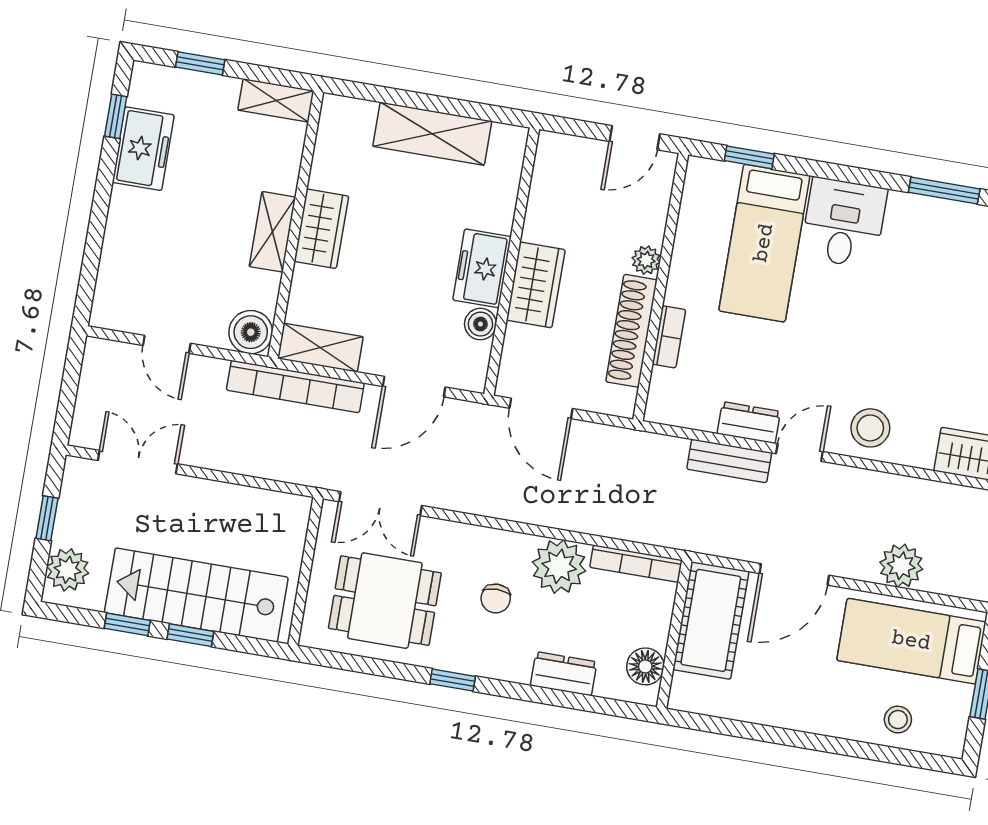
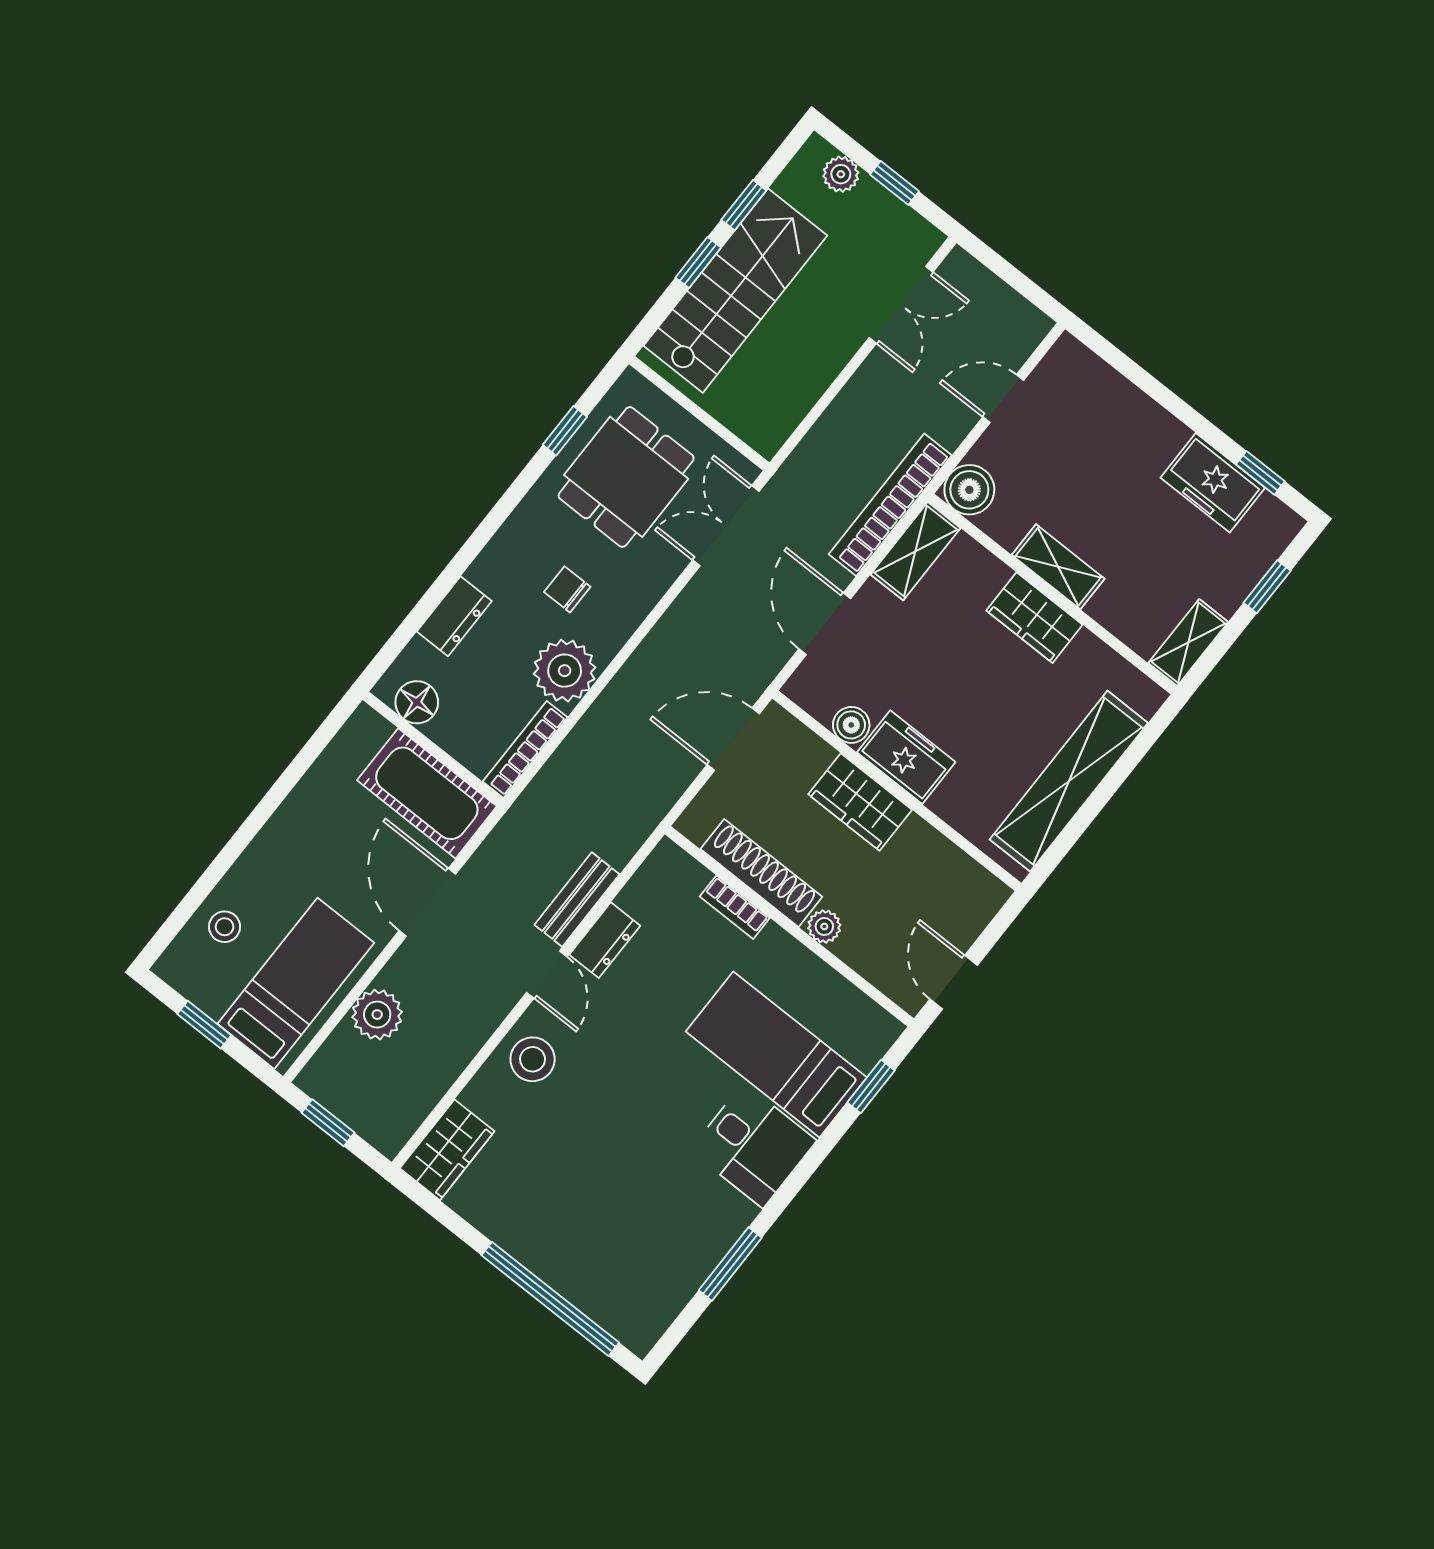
shelving: (432, 134) -> (1069, 781), width x1.47
plant: (68, 570) -> (841, 174), width x0.73, depth x0.73
window: (453, 680) -> (565, 431), moved

